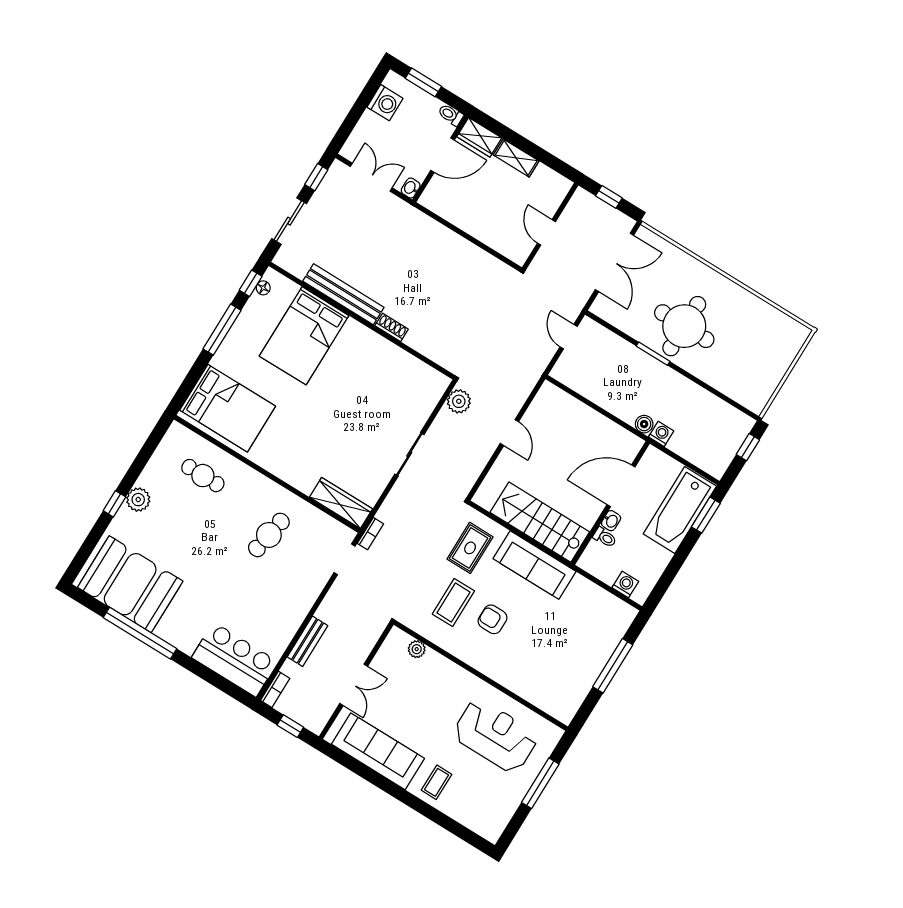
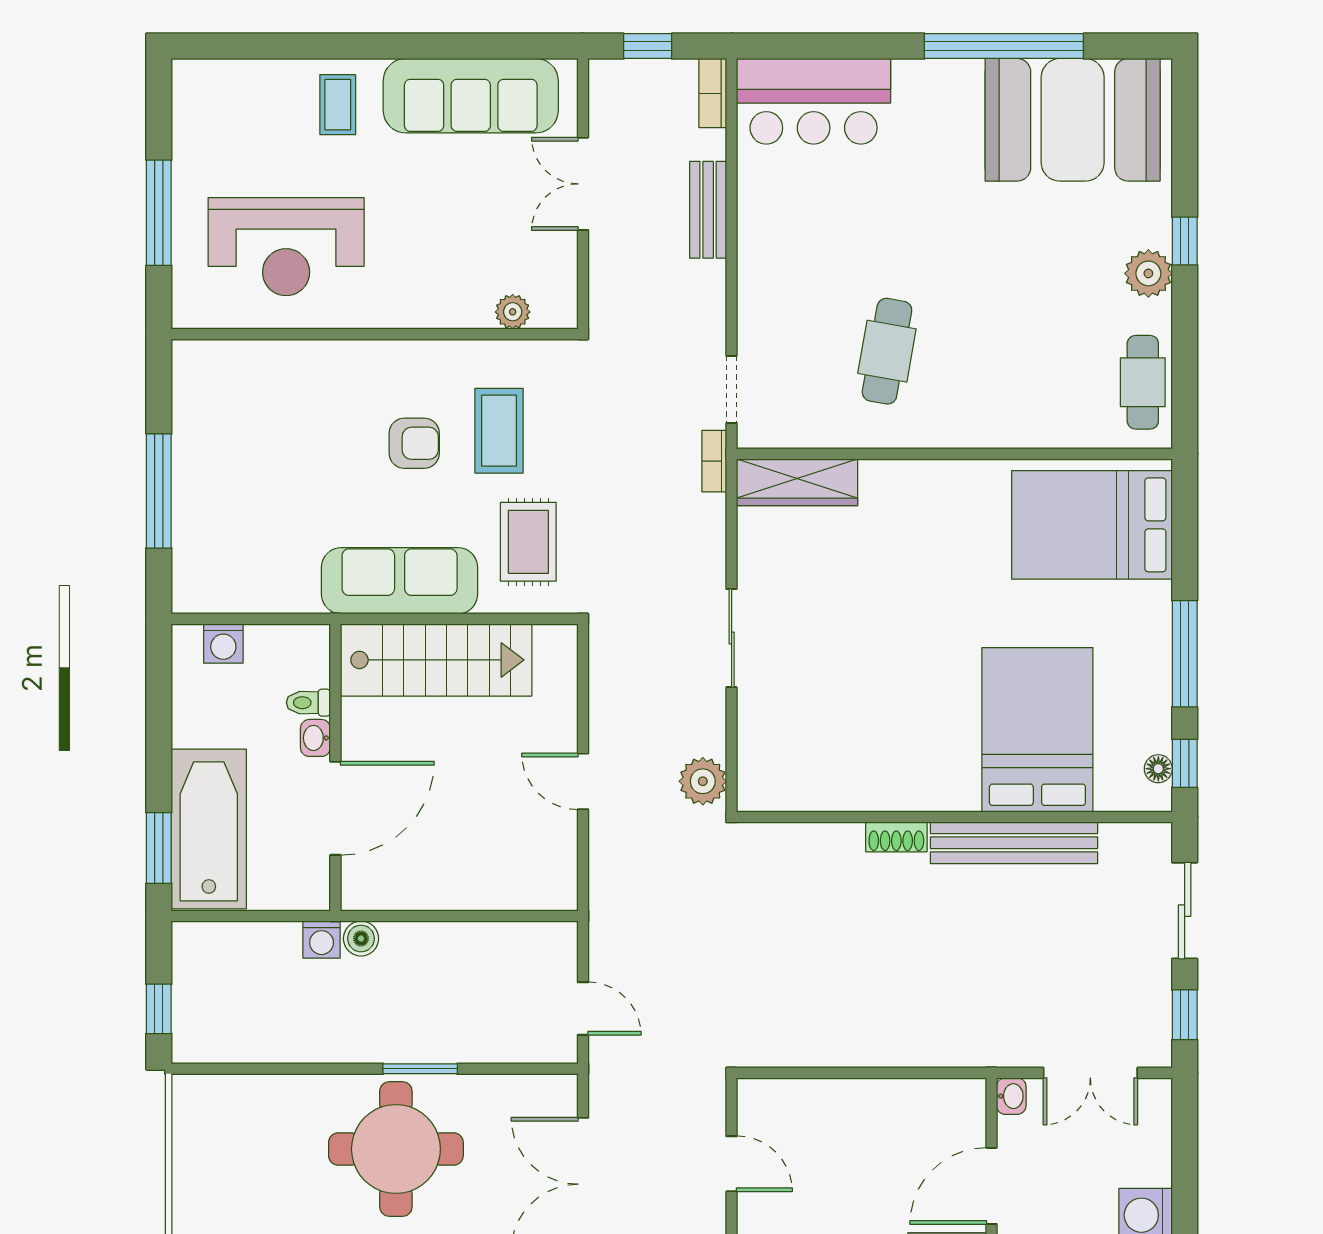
cafe table: (203, 476) -> (1143, 382), moved, turned 90

